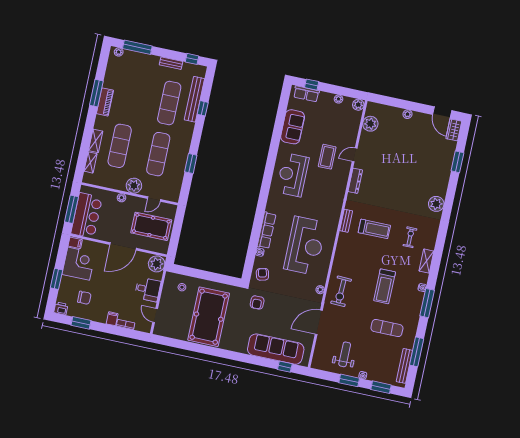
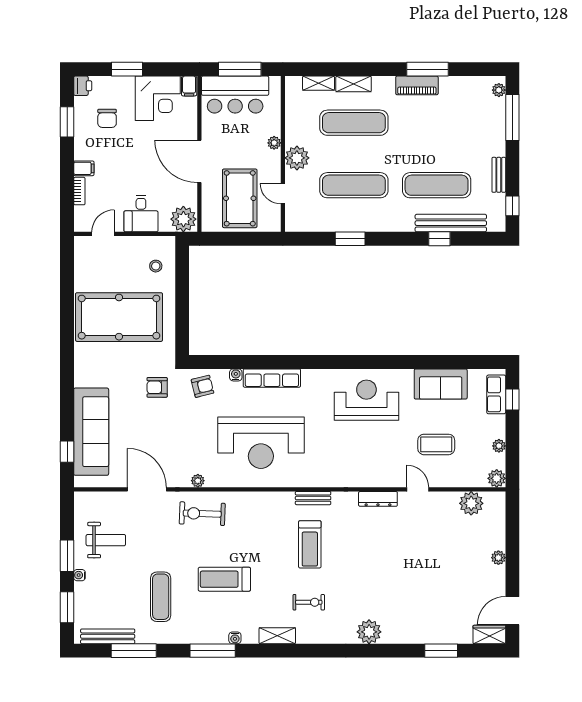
coffee table: (327, 157) -> (436, 444), moved

